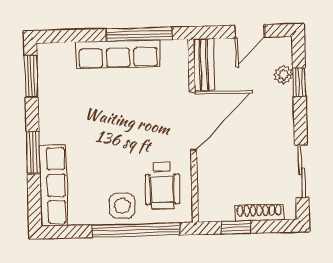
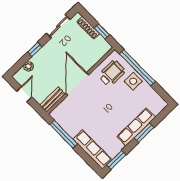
door: (250, 31) -> (24, 94), hinge flipped
row of seats: (118, 54) -> (92, 149), moved
window: (299, 82) -> (35, 49), moved
door: (193, 121) -> (77, 84), hinge flipped
row of seats: (53, 185) -> (136, 127), moved

